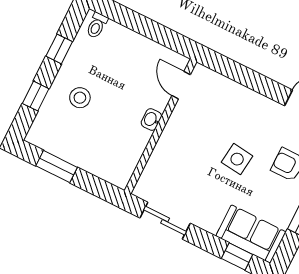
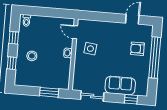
side table: (237, 159) -> (90, 49), moved
window: (57, 167) -> (49, 92), moved
sofa: (251, 234) -> (120, 86), moved

